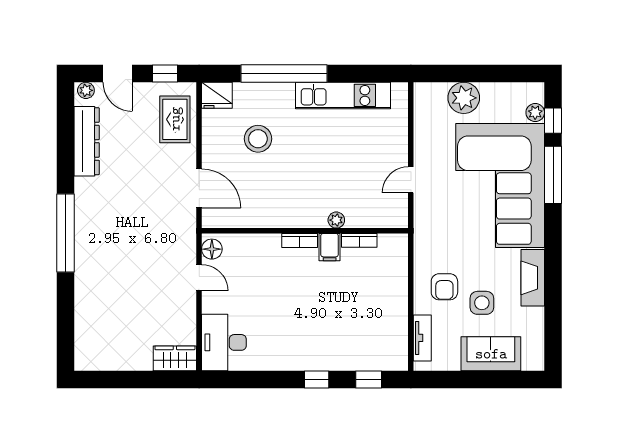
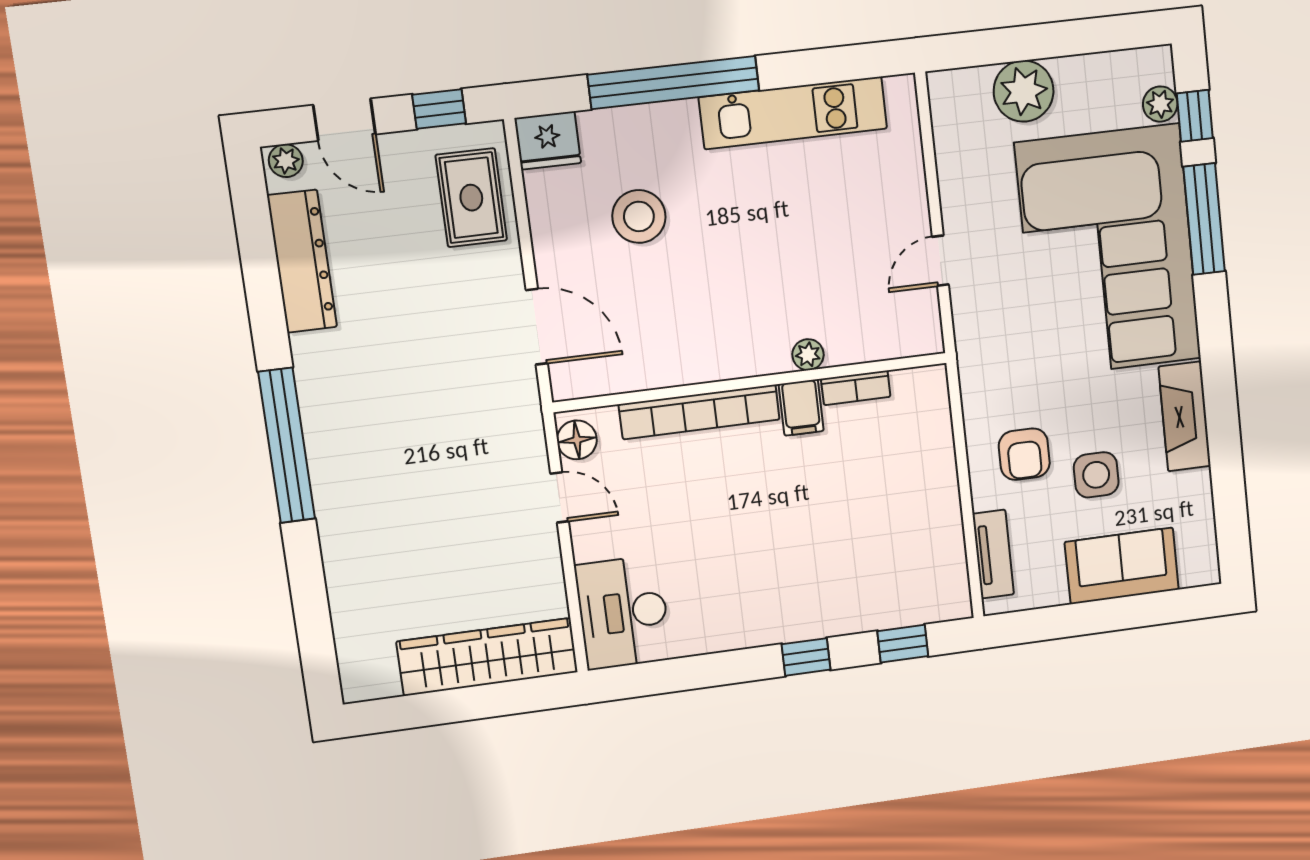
bookcase: (300, 240) -> (699, 412), width x2.31, depth x1.31
wardrobe: (175, 358) -> (487, 657), width x2.10, depth x1.17

